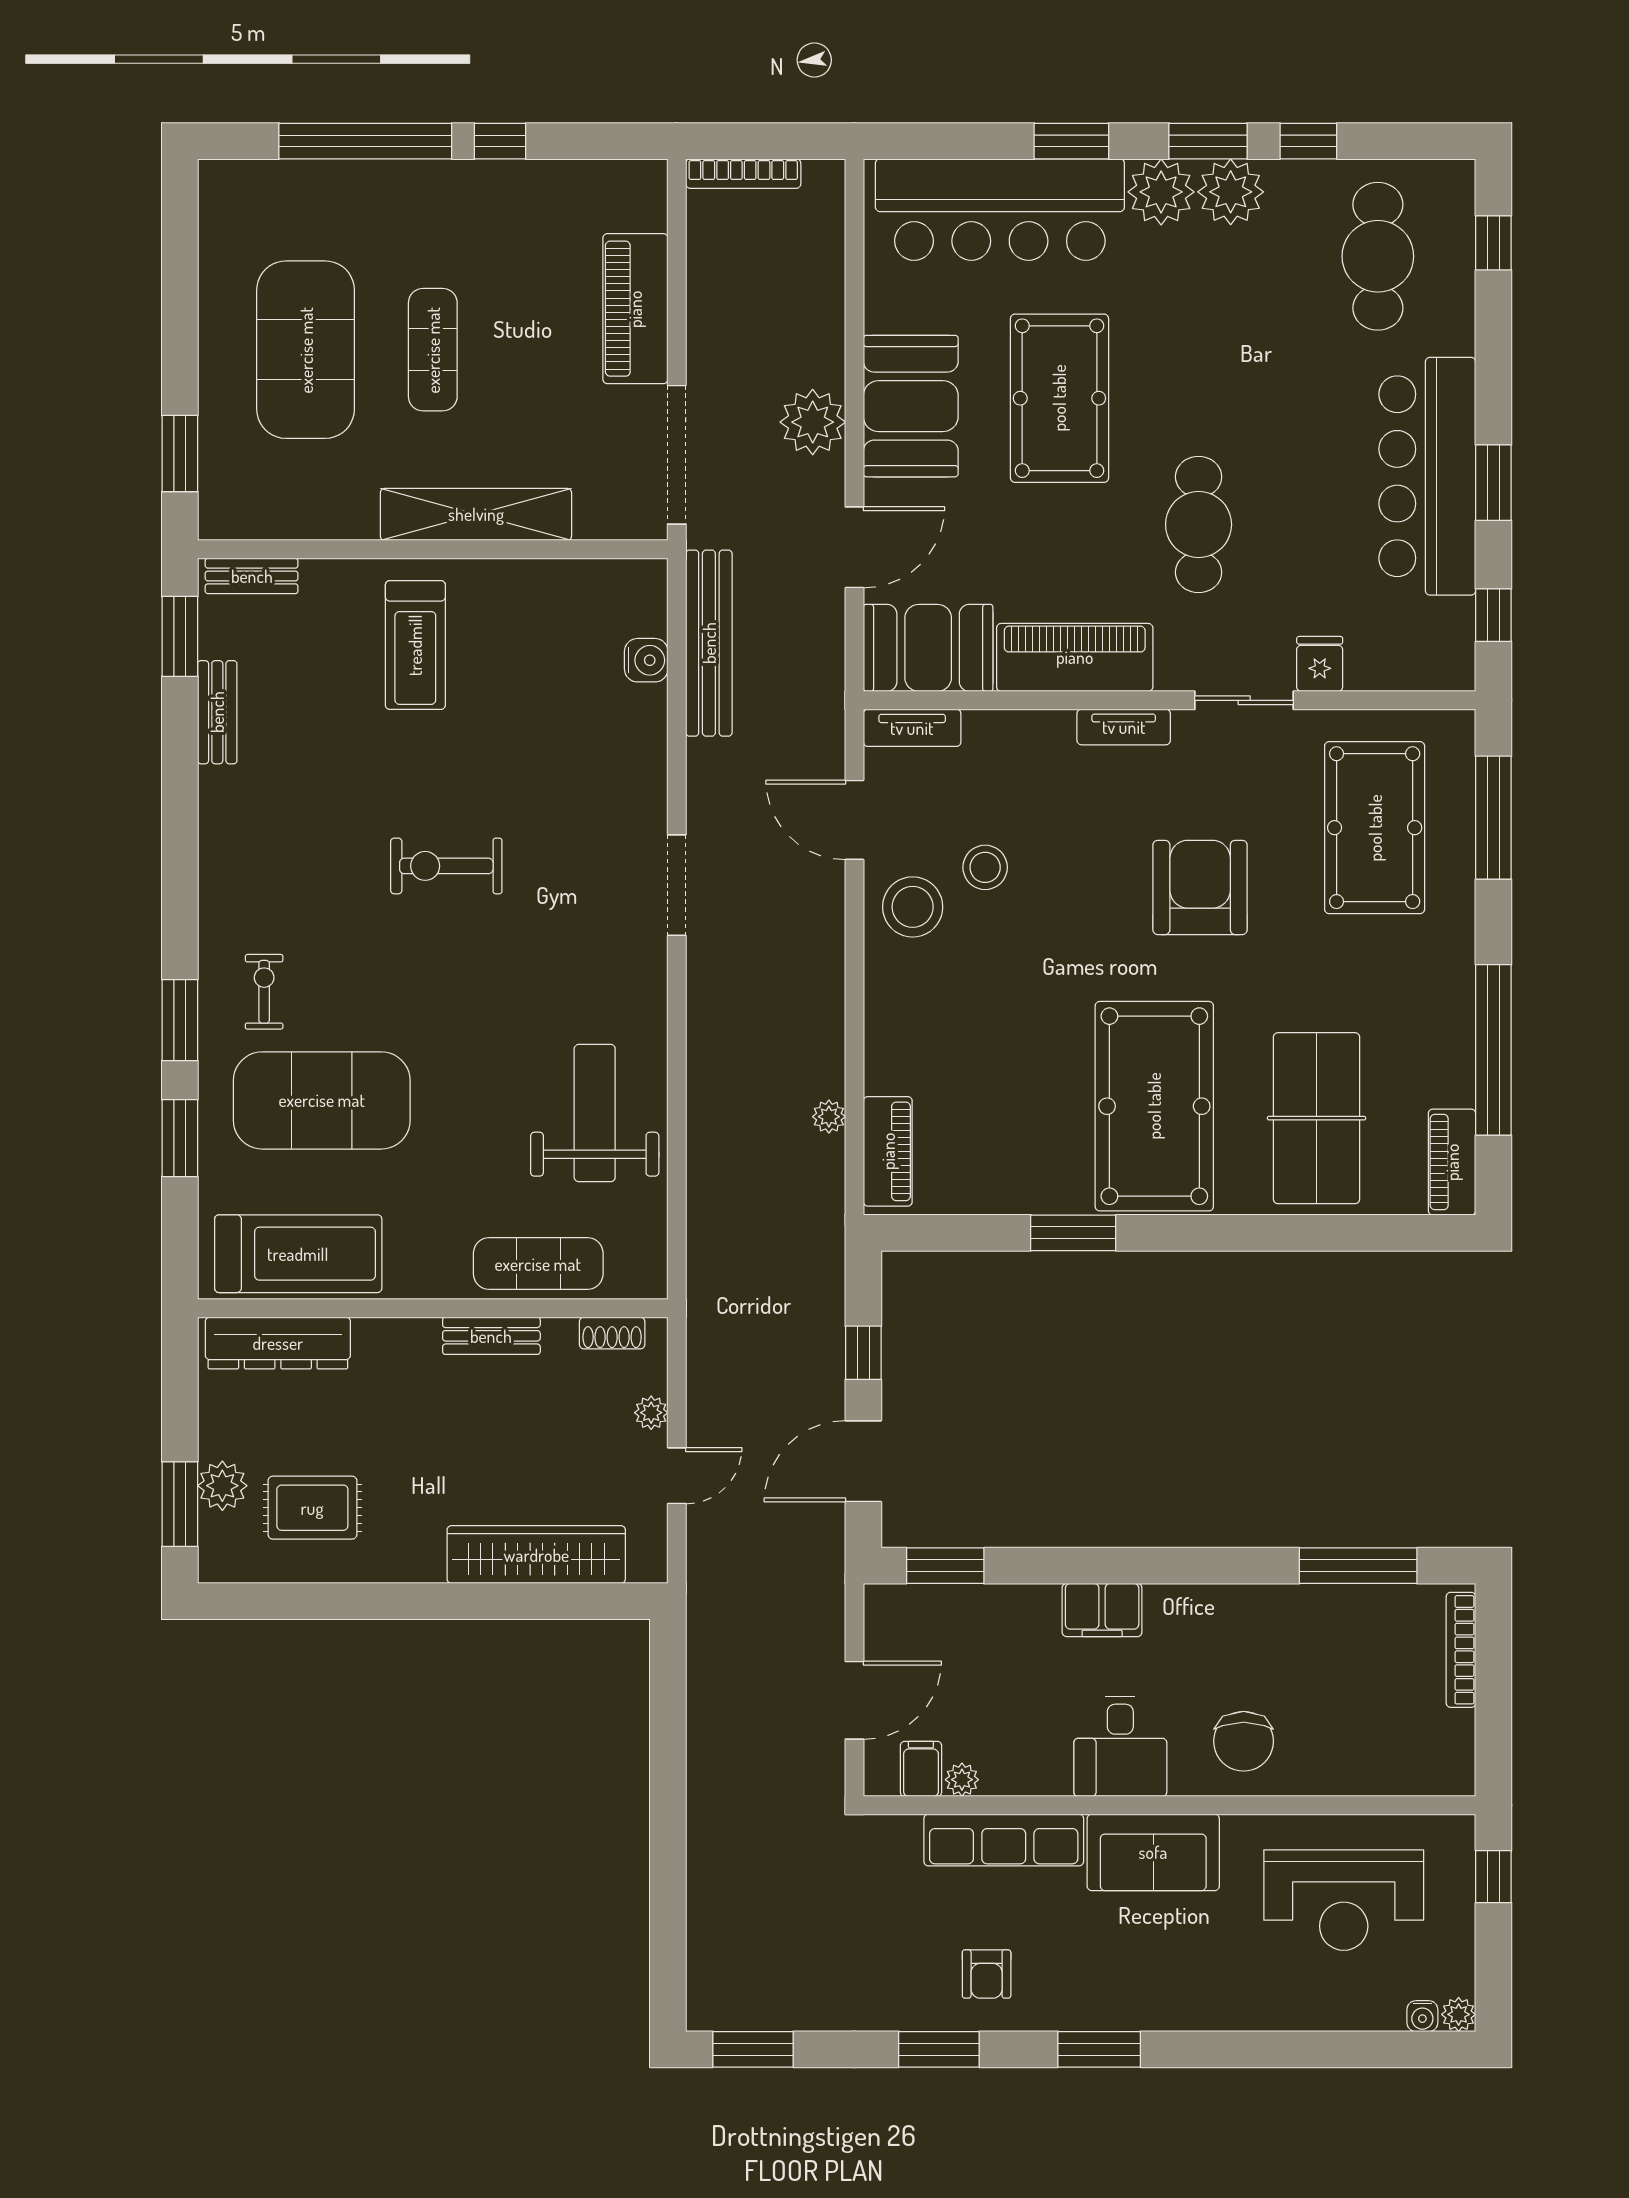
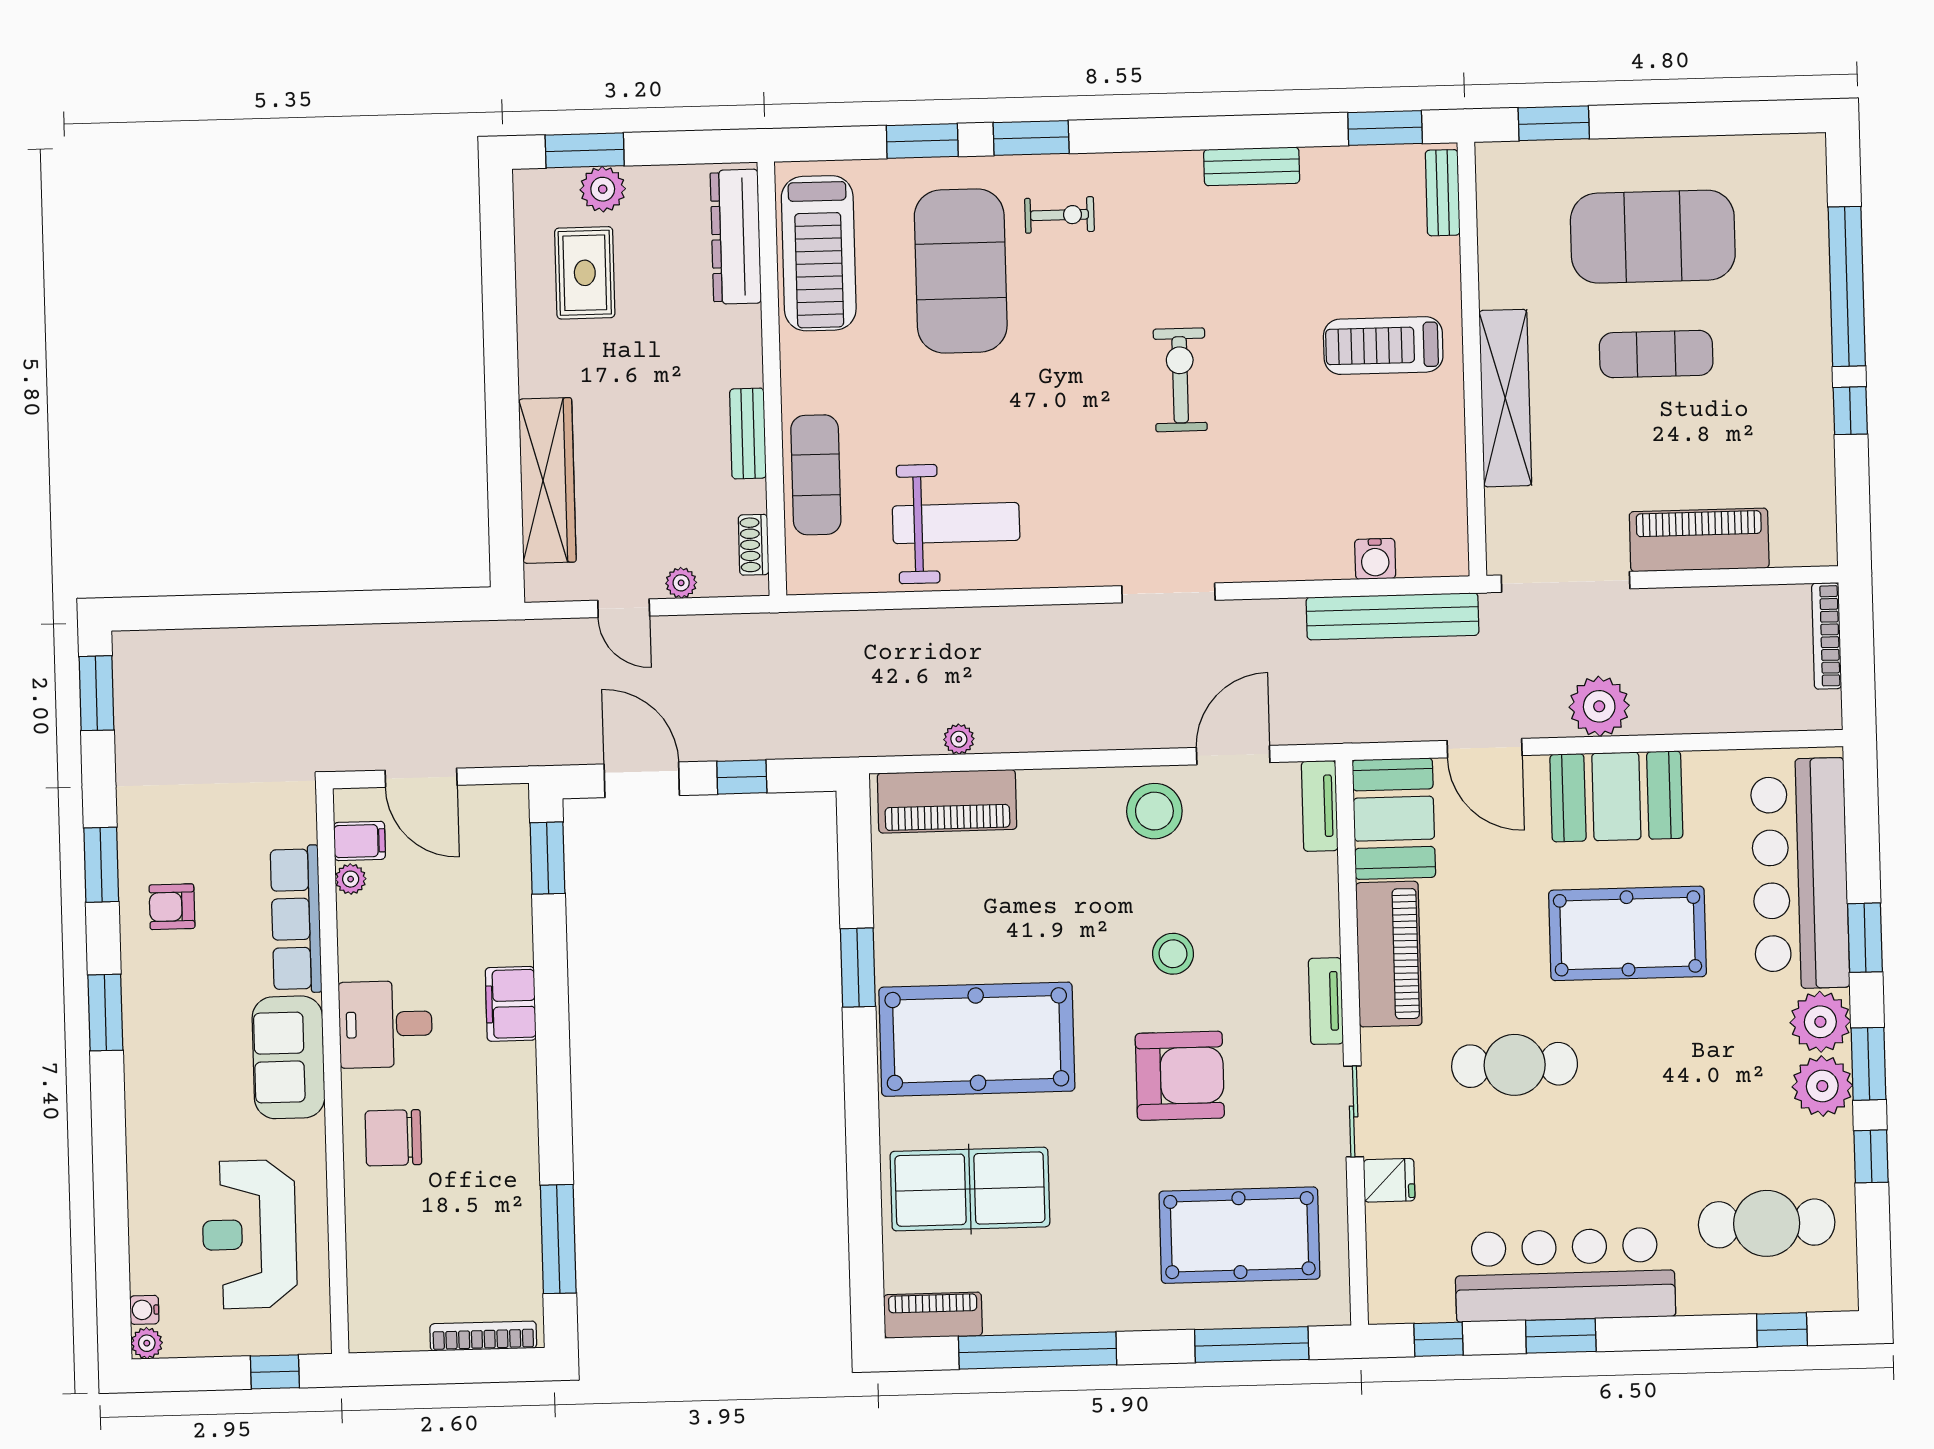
bench: (217, 712) -> (1252, 166), moved
stool: (985, 867) -> (1173, 954), moved
piano: (888, 1151) -> (947, 801), width x1.37, depth x1.33

